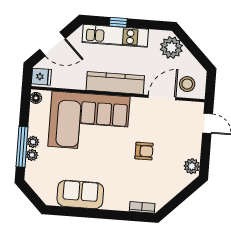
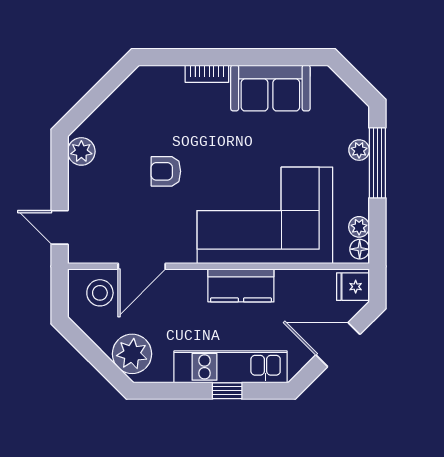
kitchen counter: (115, 83) -> (241, 285), width x0.67
plant: (33, 142) -> (359, 227), moved
bookcase: (142, 207) -> (207, 74), moved

